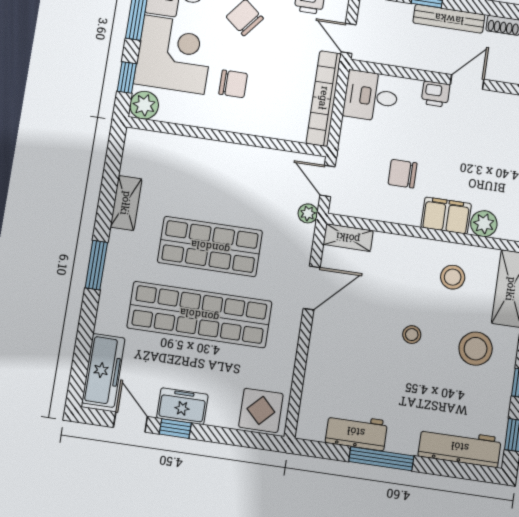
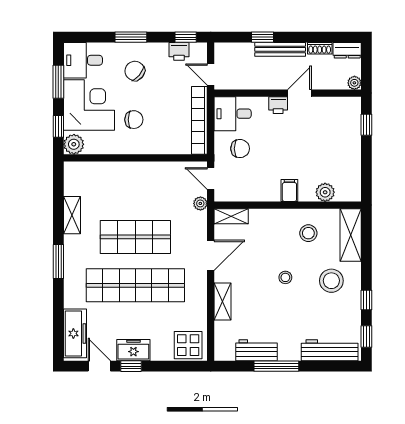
chair: (403, 174) -> (240, 149), moved, turned 180
filing cabinet: (446, 216) -> (289, 190), width x0.50
shelving: (319, 356) -> (223, 302), added

